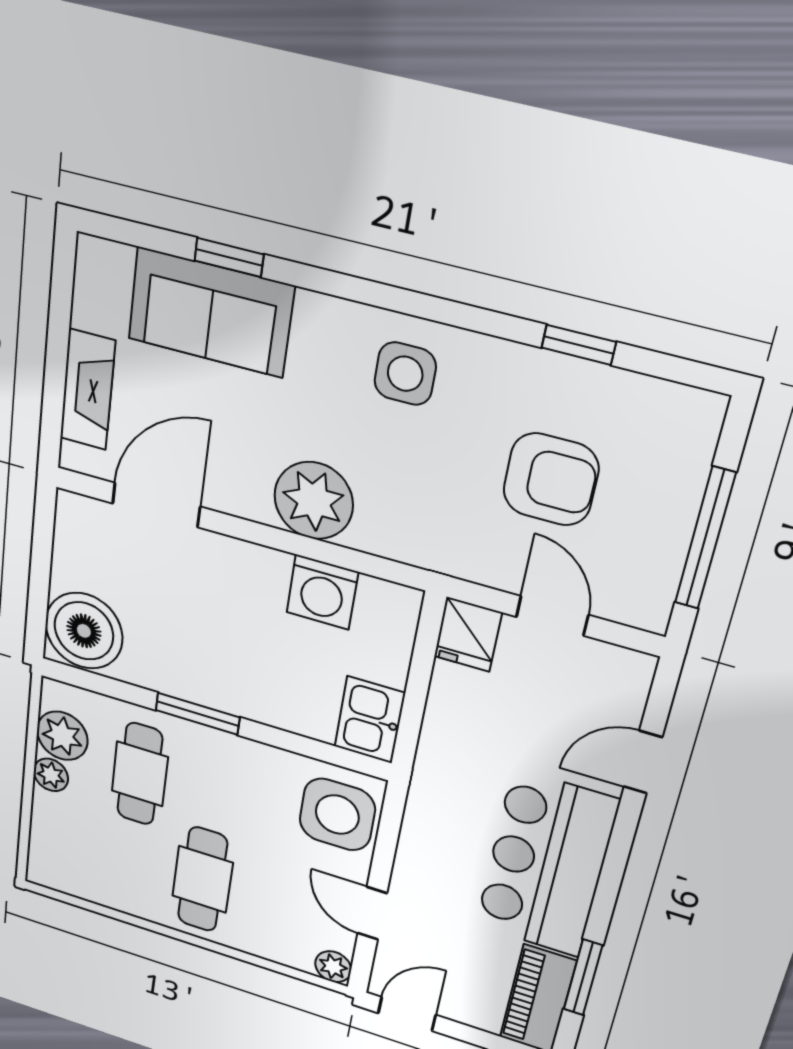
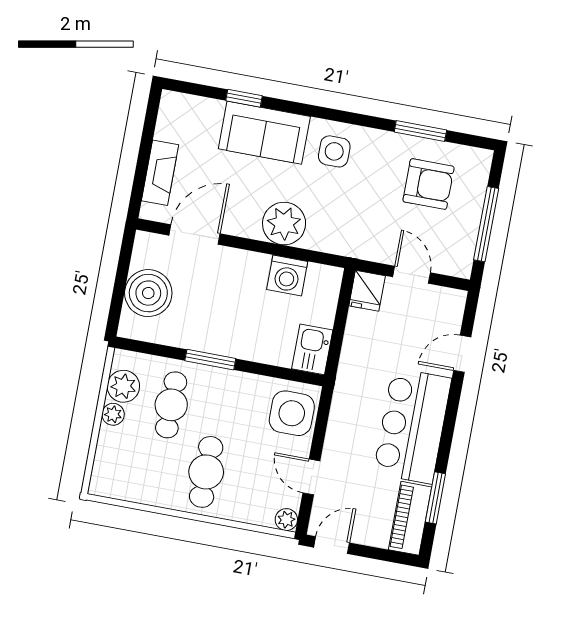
sofa: (210, 312) -> (264, 133), moved
window: (579, 345) -> (420, 131), width x1.50
armchair: (551, 479) -> (428, 184), moved
boiler: (84, 631) -> (148, 293), moved

